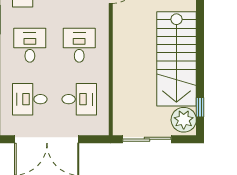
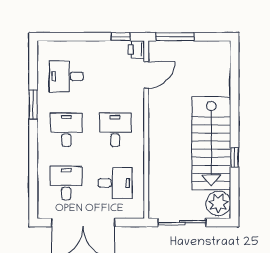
desk: (30, 99) -> (66, 183), turned 90
window: (200, 107) -> (235, 157), moved

